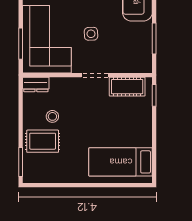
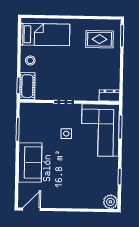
cot: (127, 87) -> (27, 86), moved, turned 90
stool: (52, 116) -> (30, 60), moved
rug: (43, 141) -> (99, 39), moved

